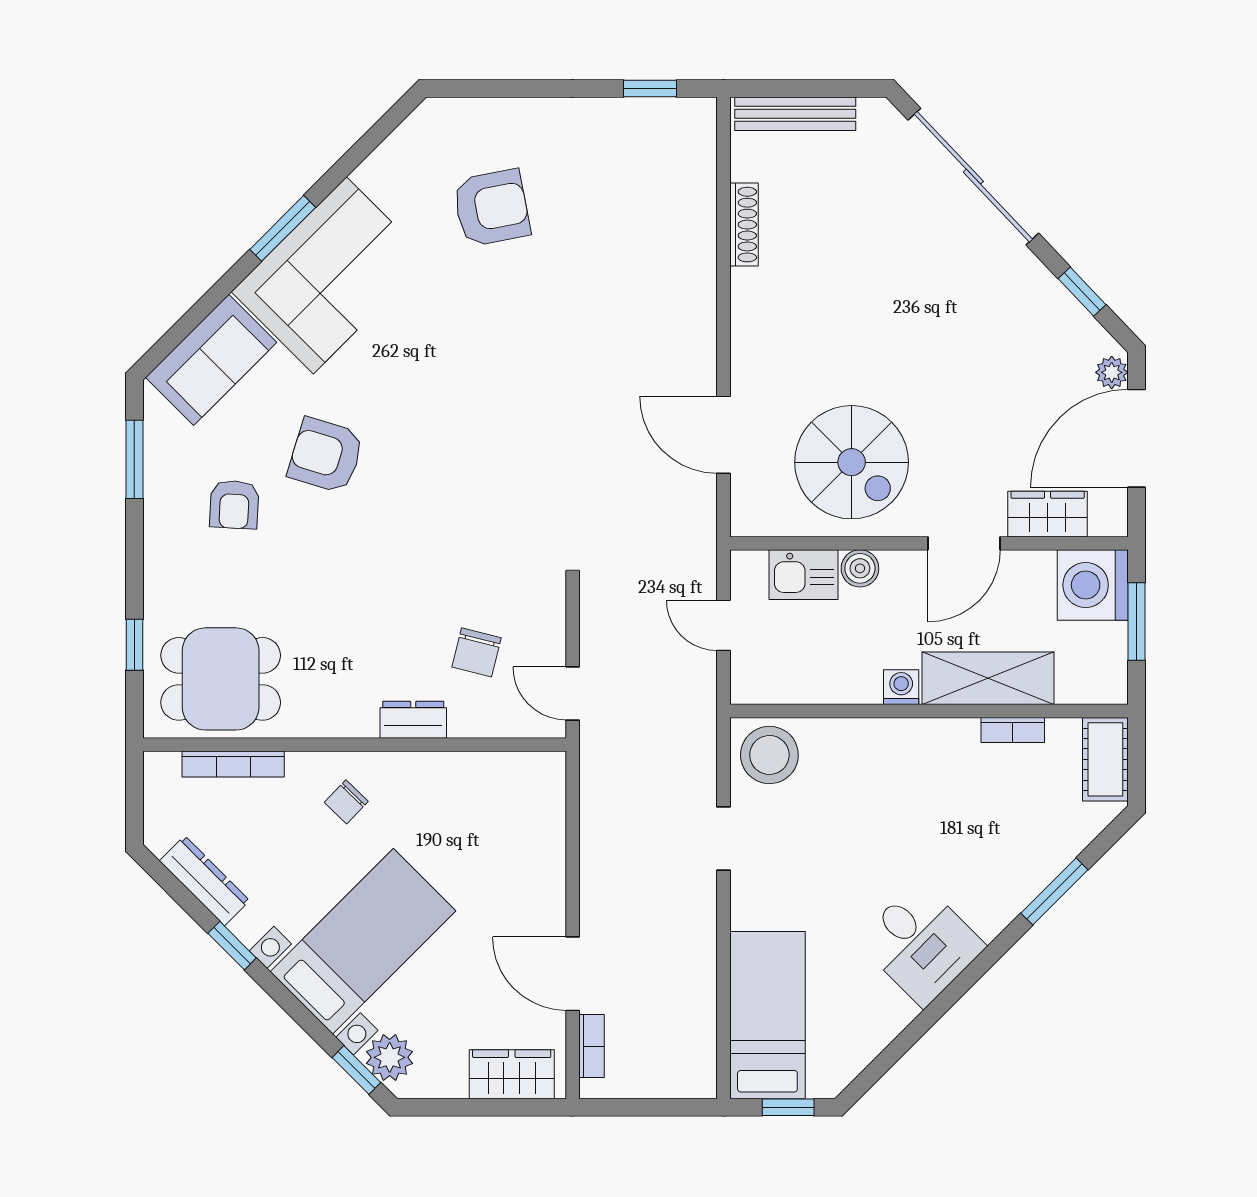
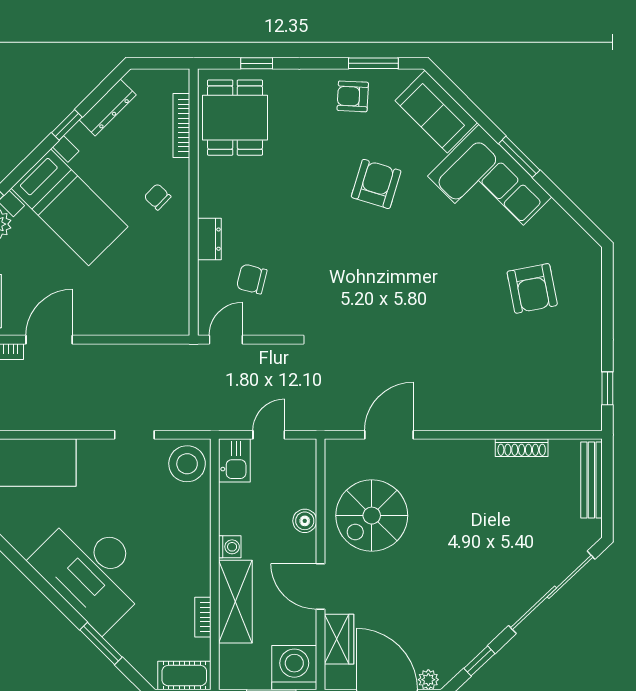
armchair: (234, 505) -> (353, 96), moved
kitchen sink: (803, 575) -> (234, 460), moved, turned 180
desk: (921, 944) -> (92, 570), width x1.87, depth x1.30

